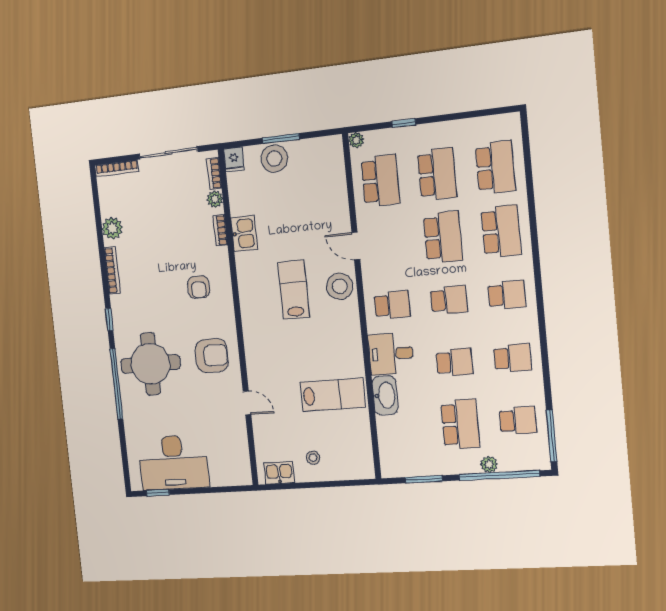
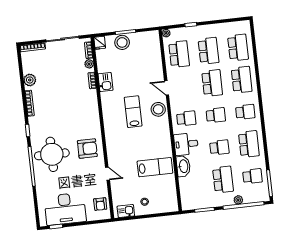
armchair: (199, 287) -> (100, 204), moved
school desk: (512, 358) -> (249, 144), width x1.85

